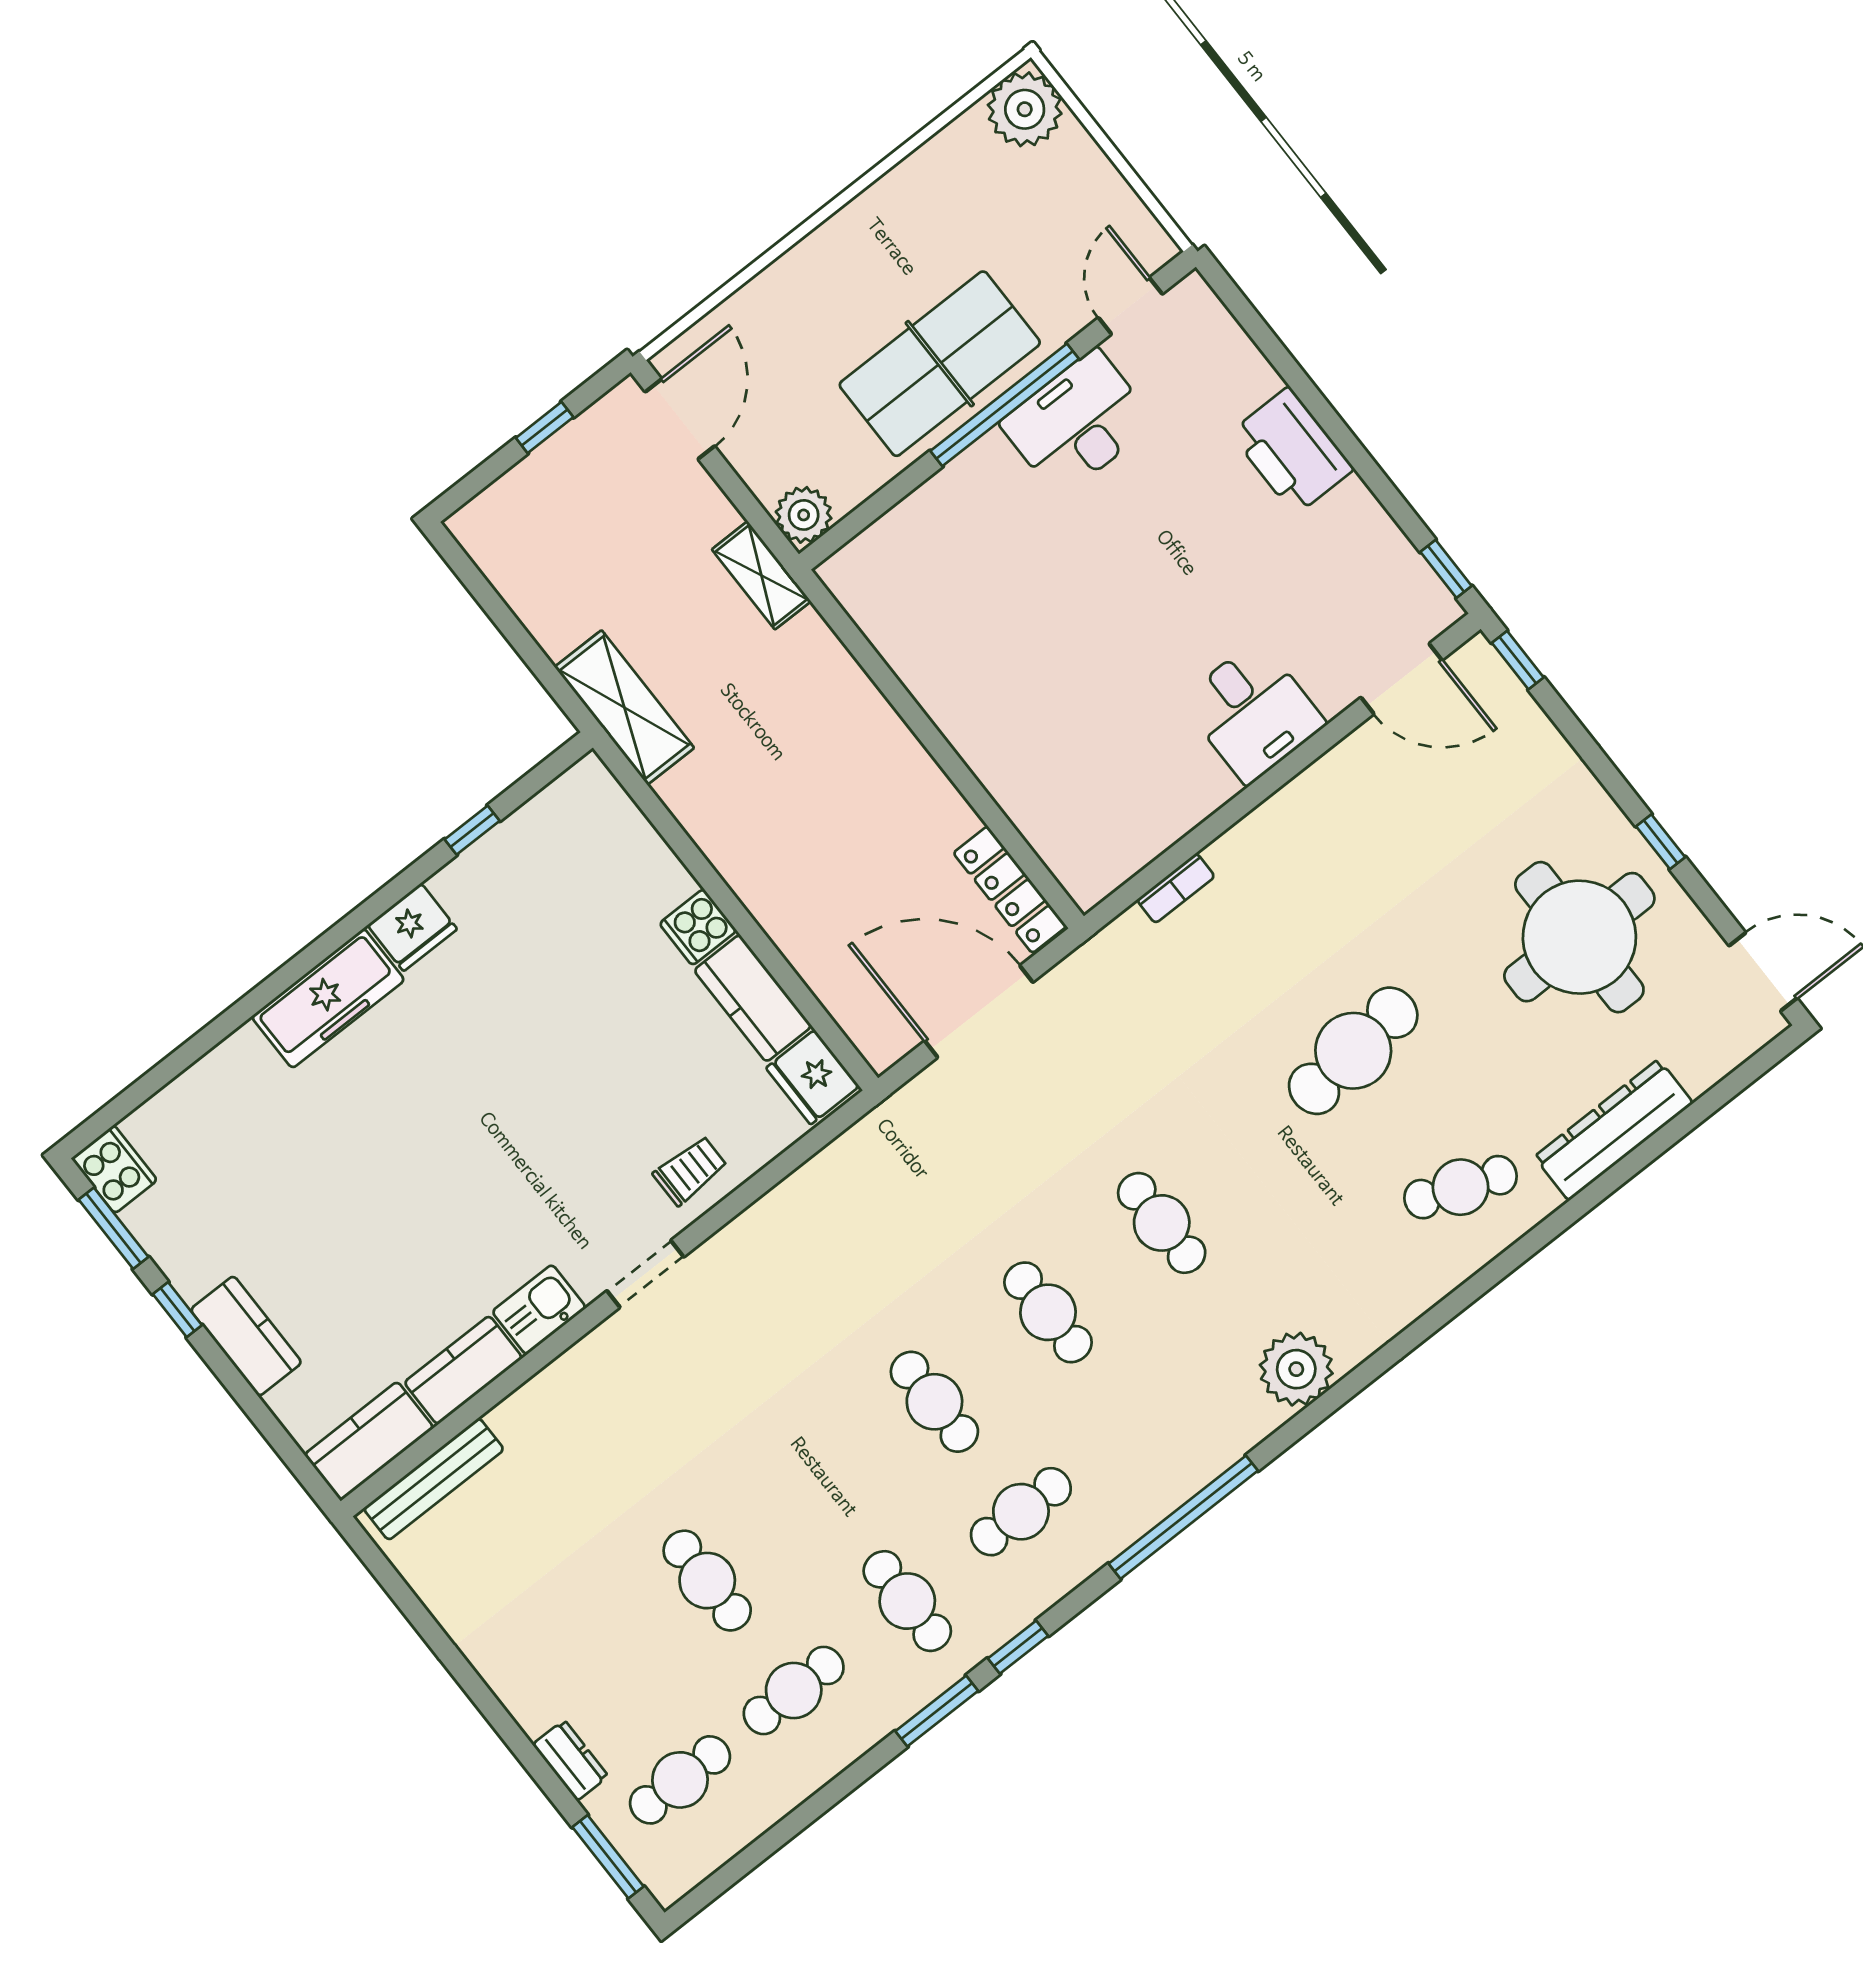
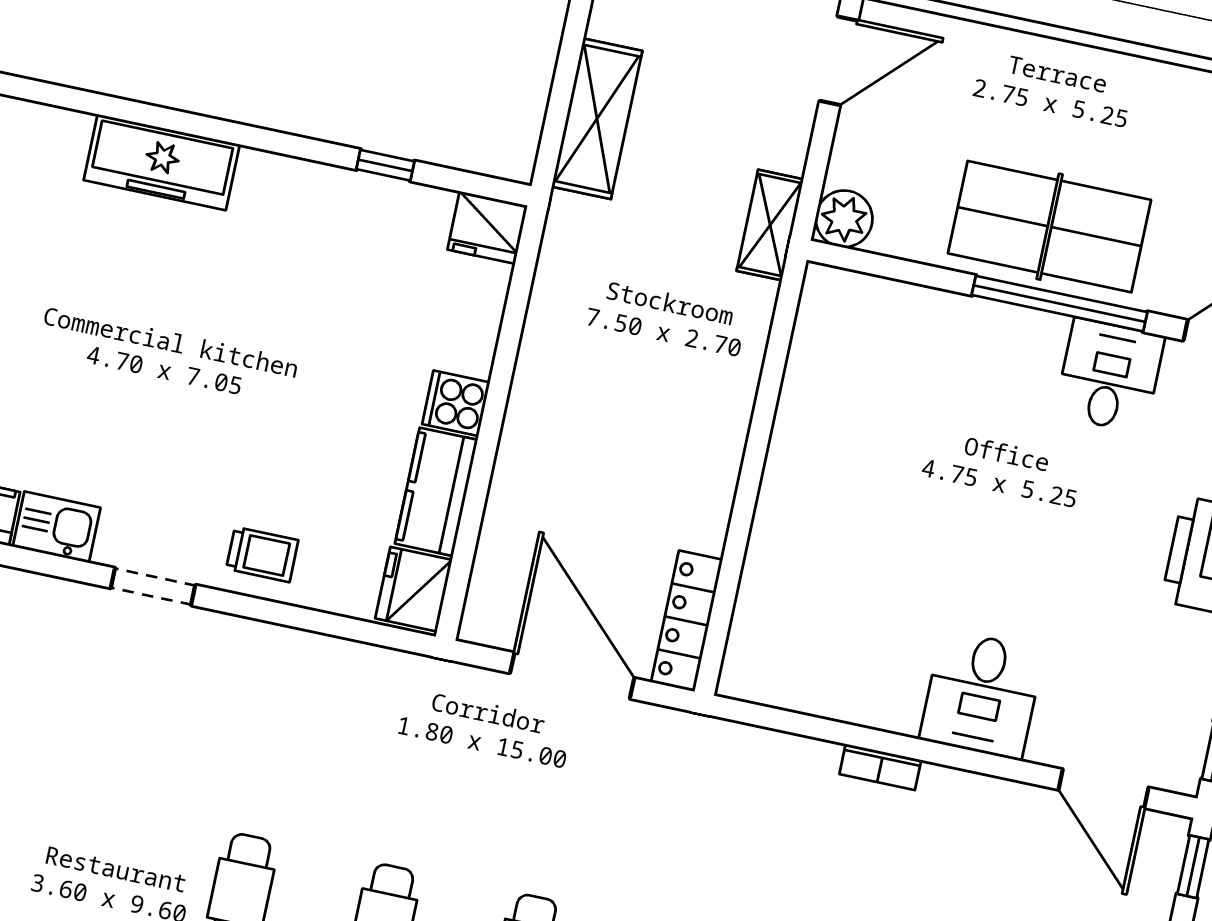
desk: (1078, 423) -> (1110, 376), width x0.73
shelving: (624, 707) -> (597, 119), moved
bookcase: (1176, 888) -> (880, 767), moved
fridge: (412, 927) -> (487, 228), moved

